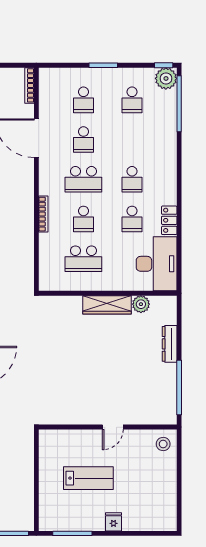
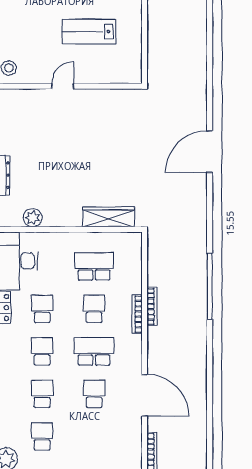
school desk: (83, 100) -> (42, 394), moved
bookcase: (29, 221) -> (152, 306), added
wardrobe: (107, 305) -> (109, 217), moved

